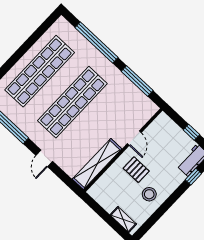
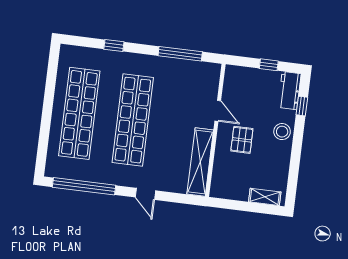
window: (97, 43) -> (114, 45), width x0.32
pallet: (136, 170) -> (242, 140), turned 90
stool: (149, 194) -> (282, 132), moved

